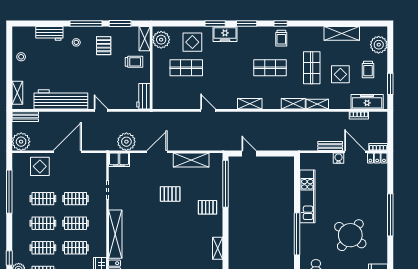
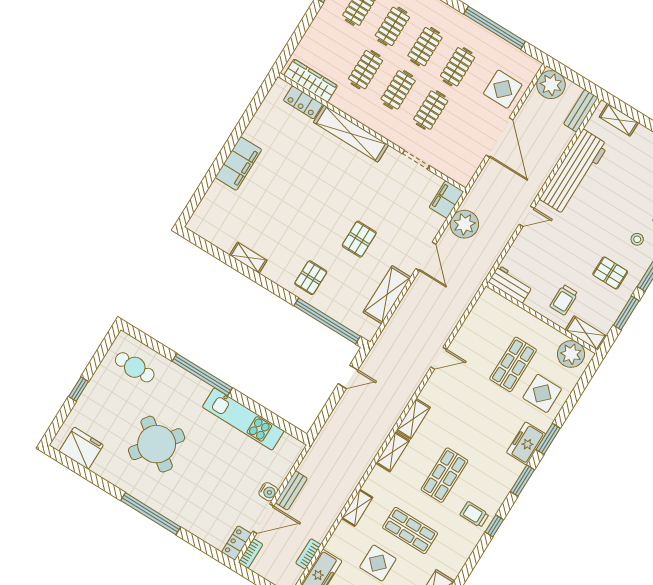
shelving: (293, 104) -> (393, 452), moved

